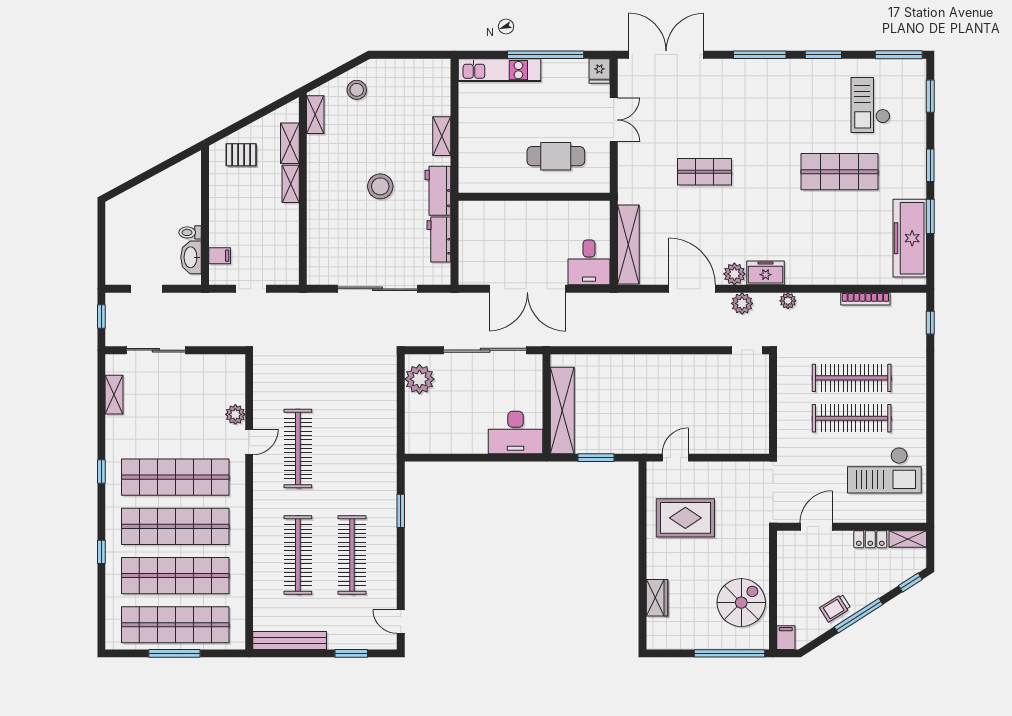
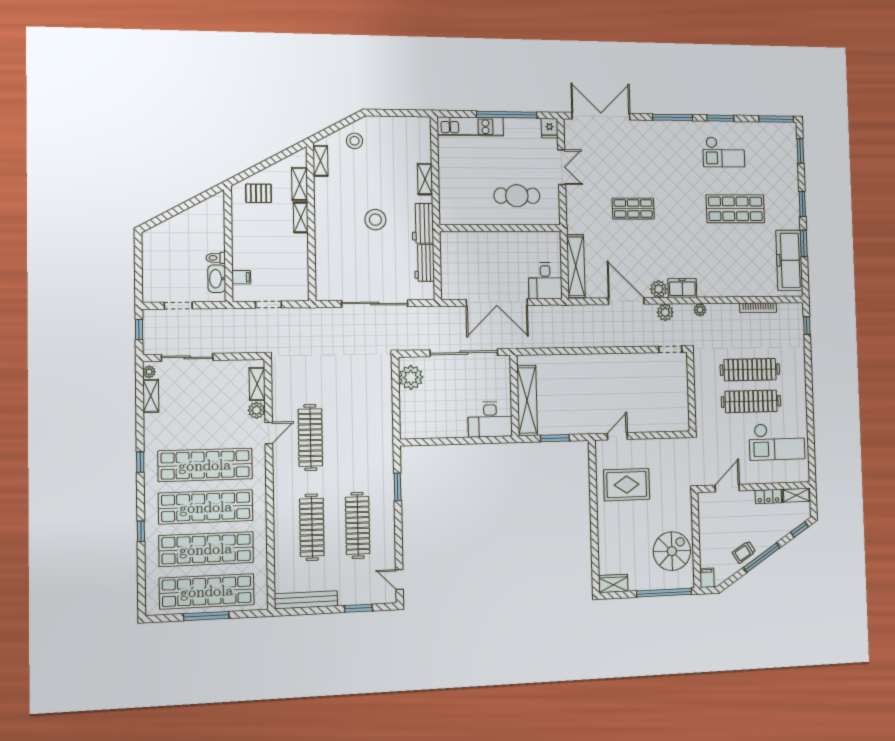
checkout: (870, 105) -> (724, 152), moved, turned -90
plant: (112, 366) -> (149, 372), added
shelving: (236, 383) -> (257, 384), added
wardrobe: (657, 598) -> (613, 583), moved, turned -90

